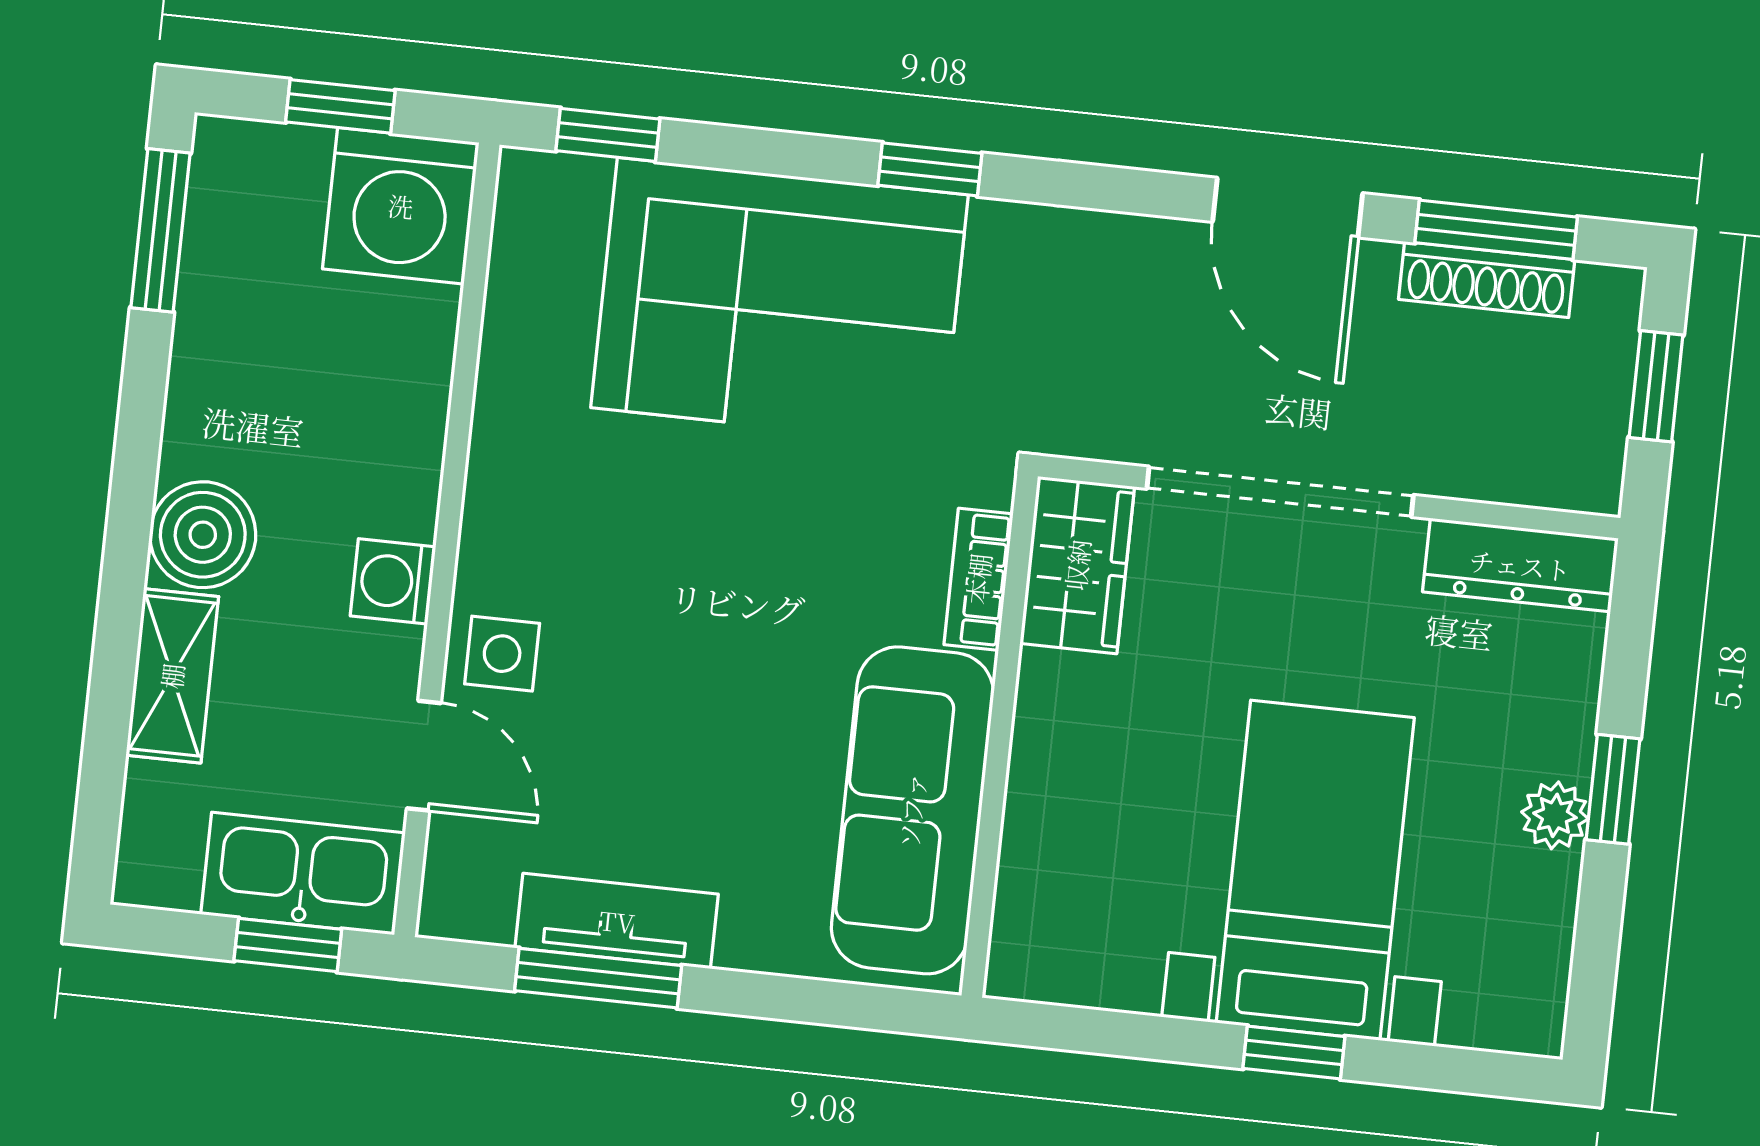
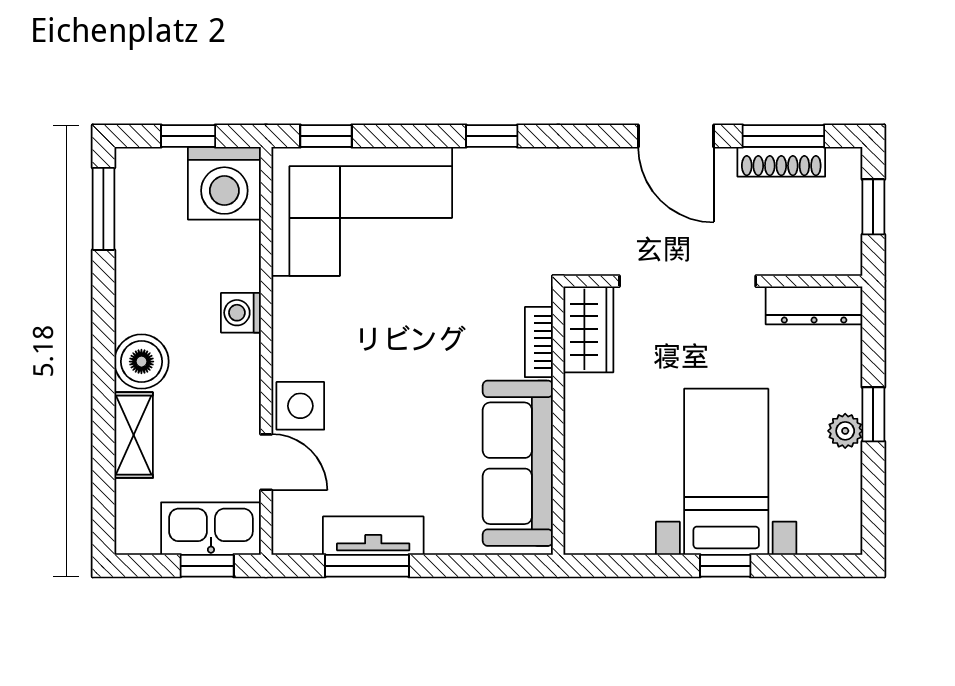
corner sofa: (780, 301) -> (362, 211), moved
washing machine: (393, 581) -> (241, 313), moved
side table: (502, 654) -> (300, 406), width x1.37, depth x1.37

